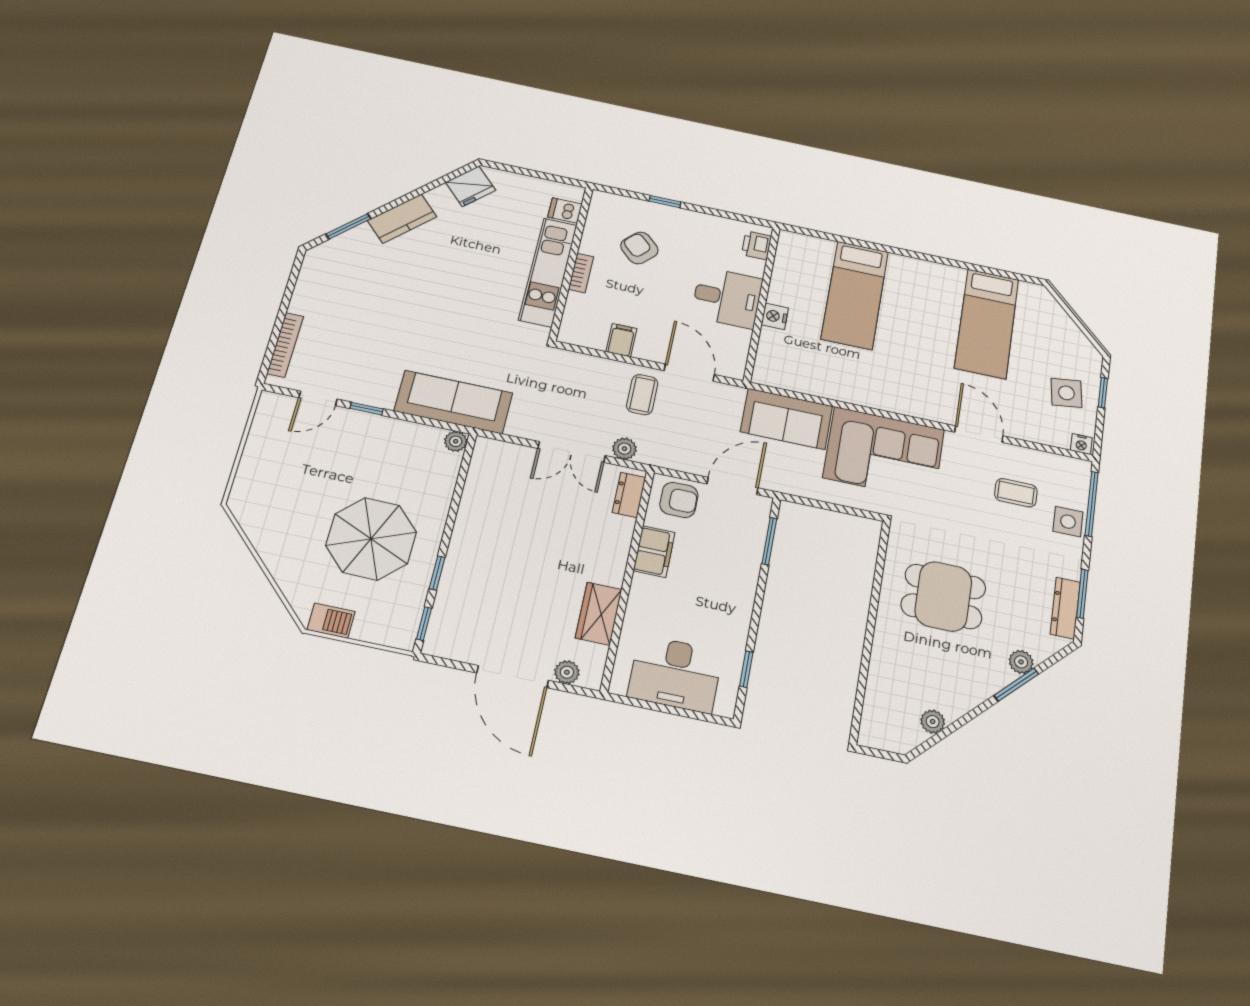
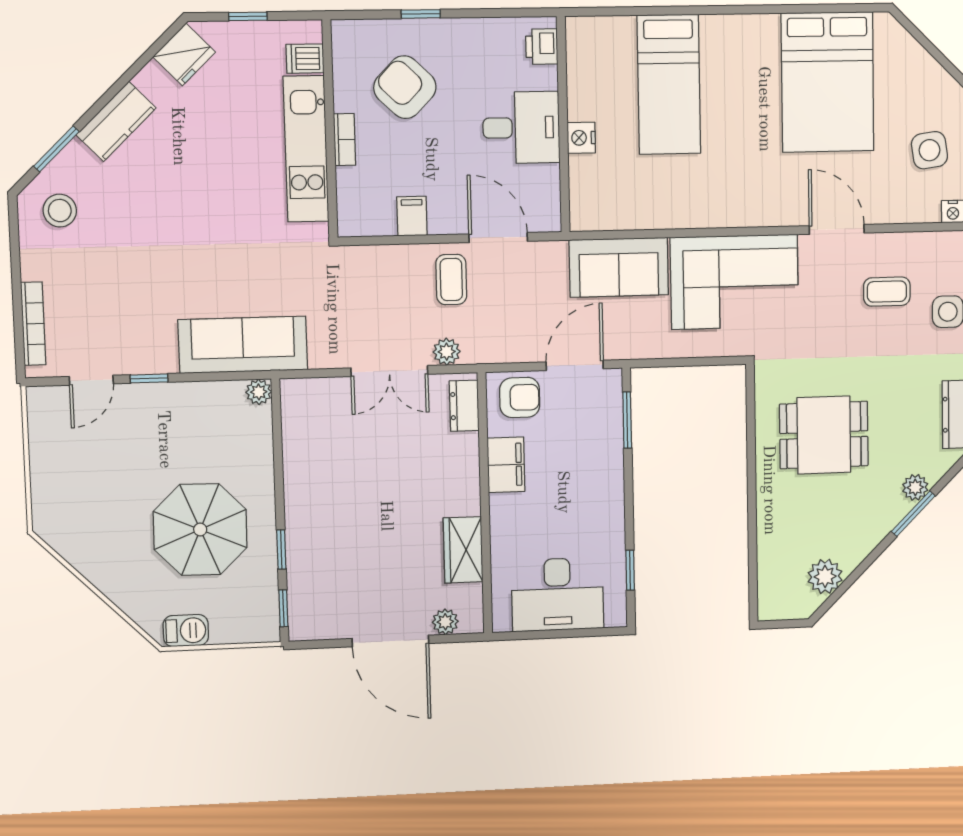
window: (528, 172) -> (248, 16), added
armchair: (639, 248) -> (405, 87), width x1.38, depth x1.38
stool: (336, 269) -> (60, 211), added
bed: (987, 323) -> (828, 82), width x1.50
plant: (933, 722) -> (825, 576), width x1.38, depth x1.38

